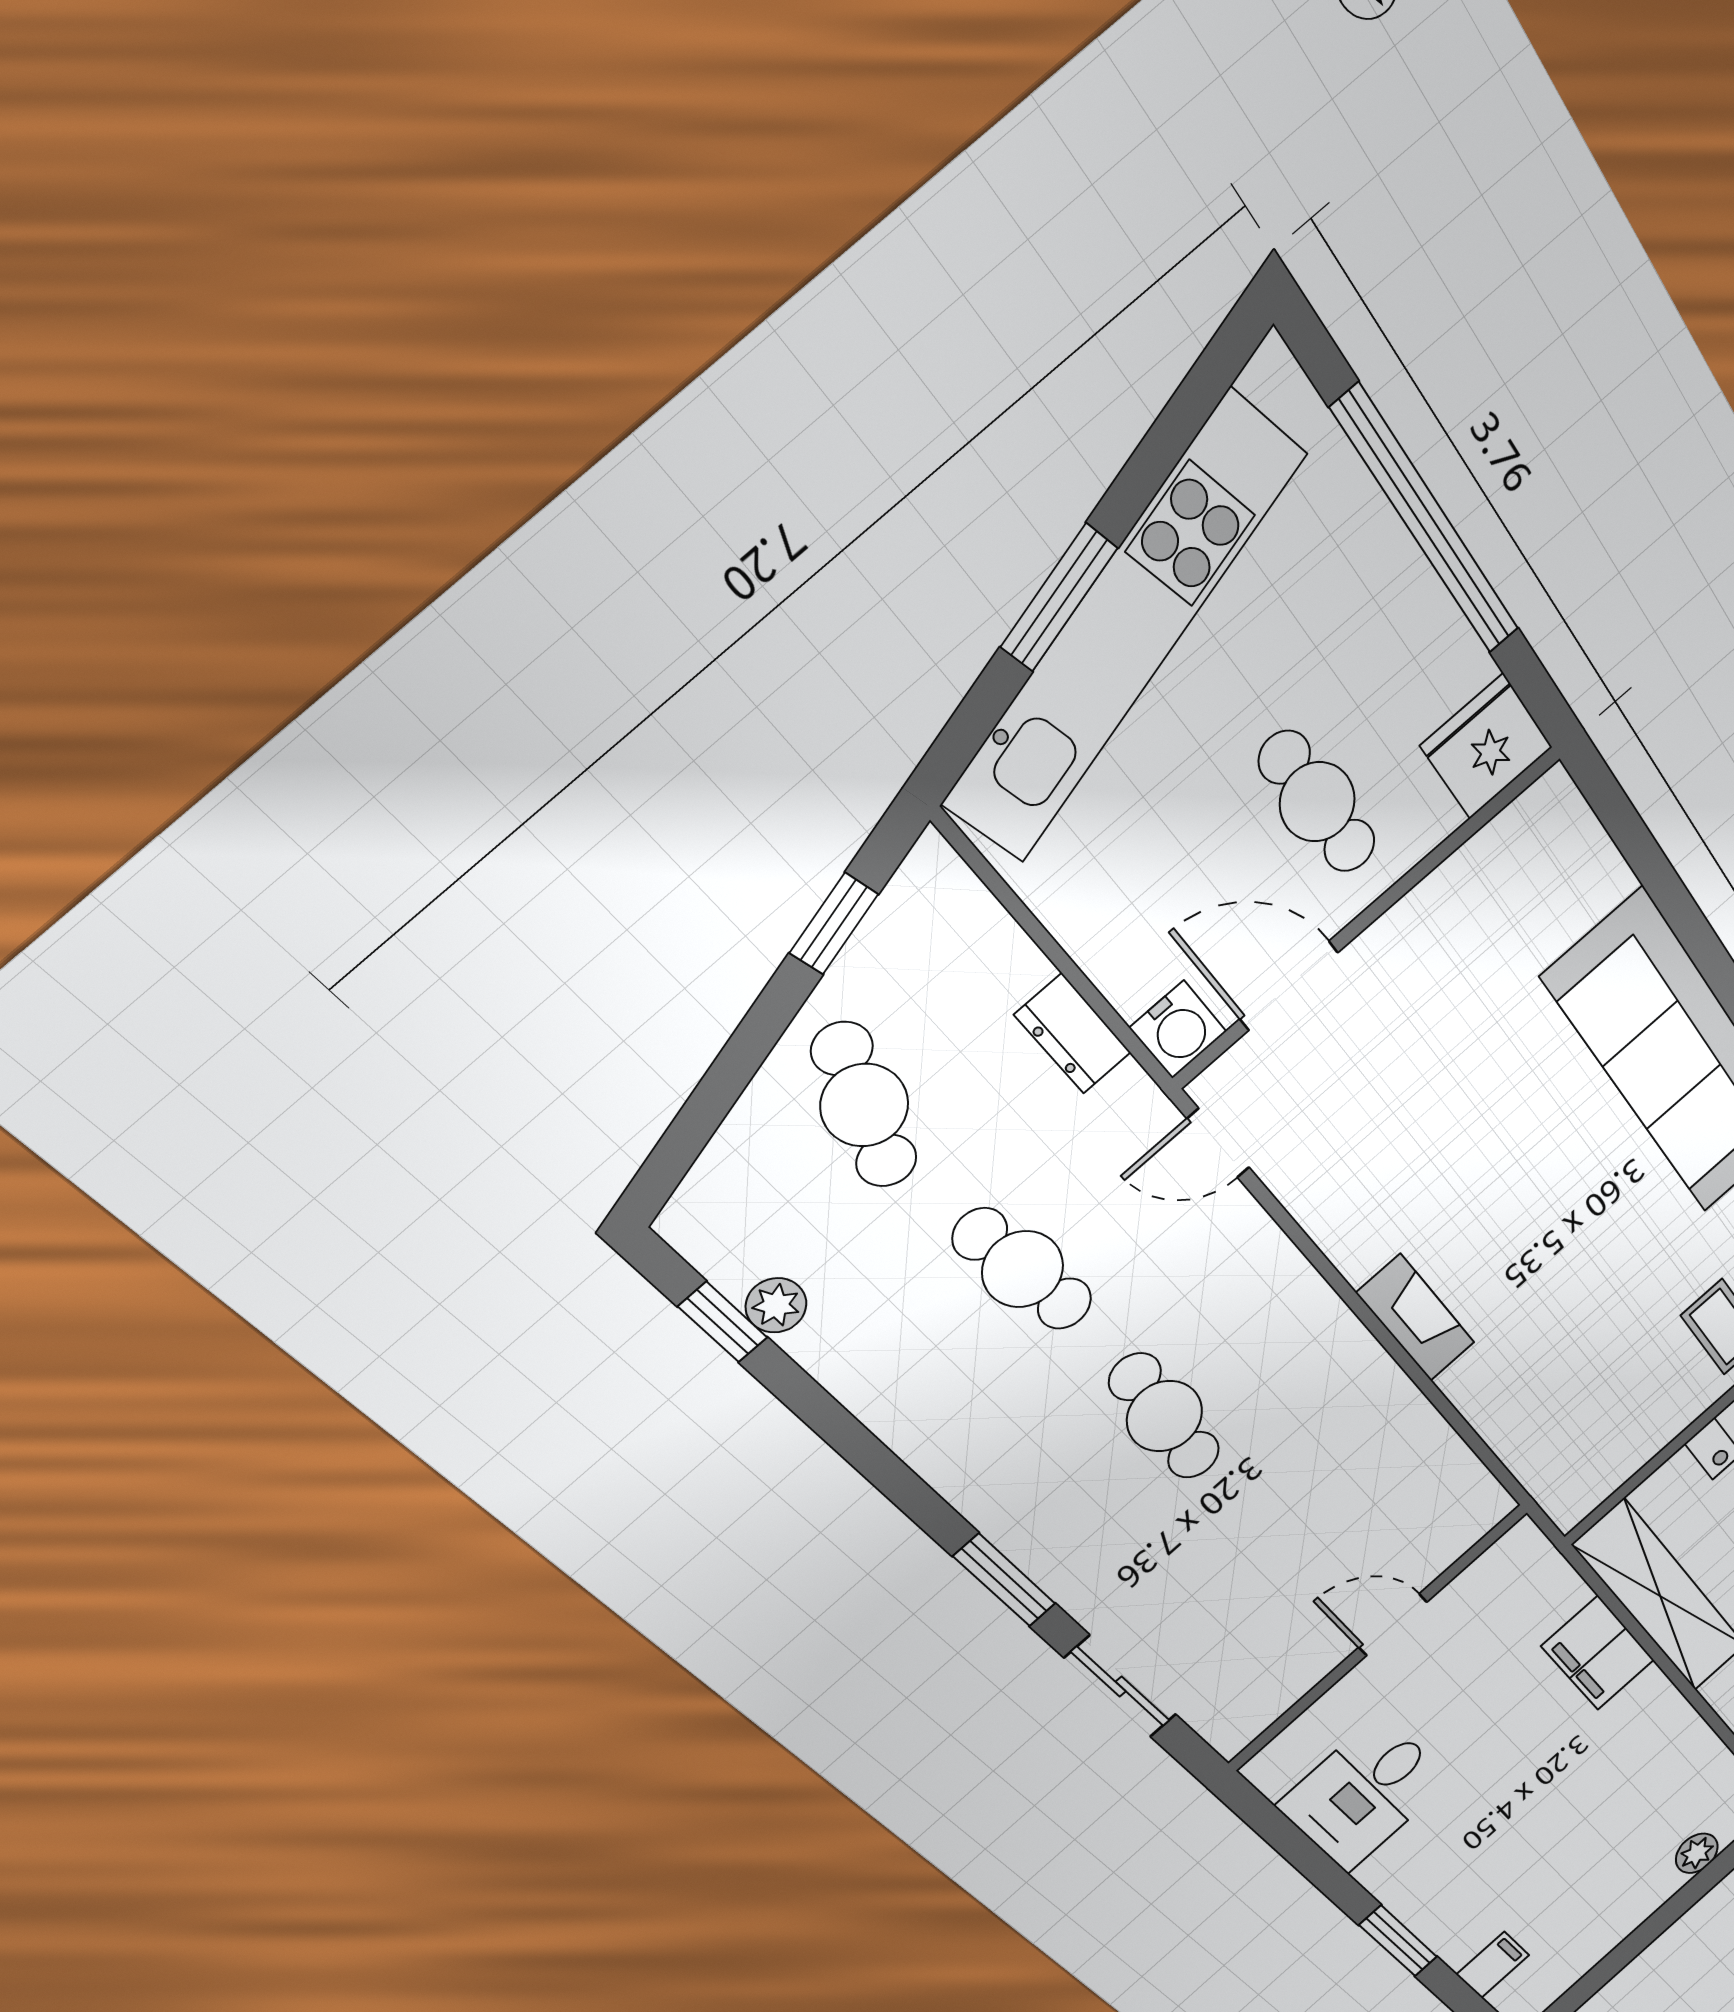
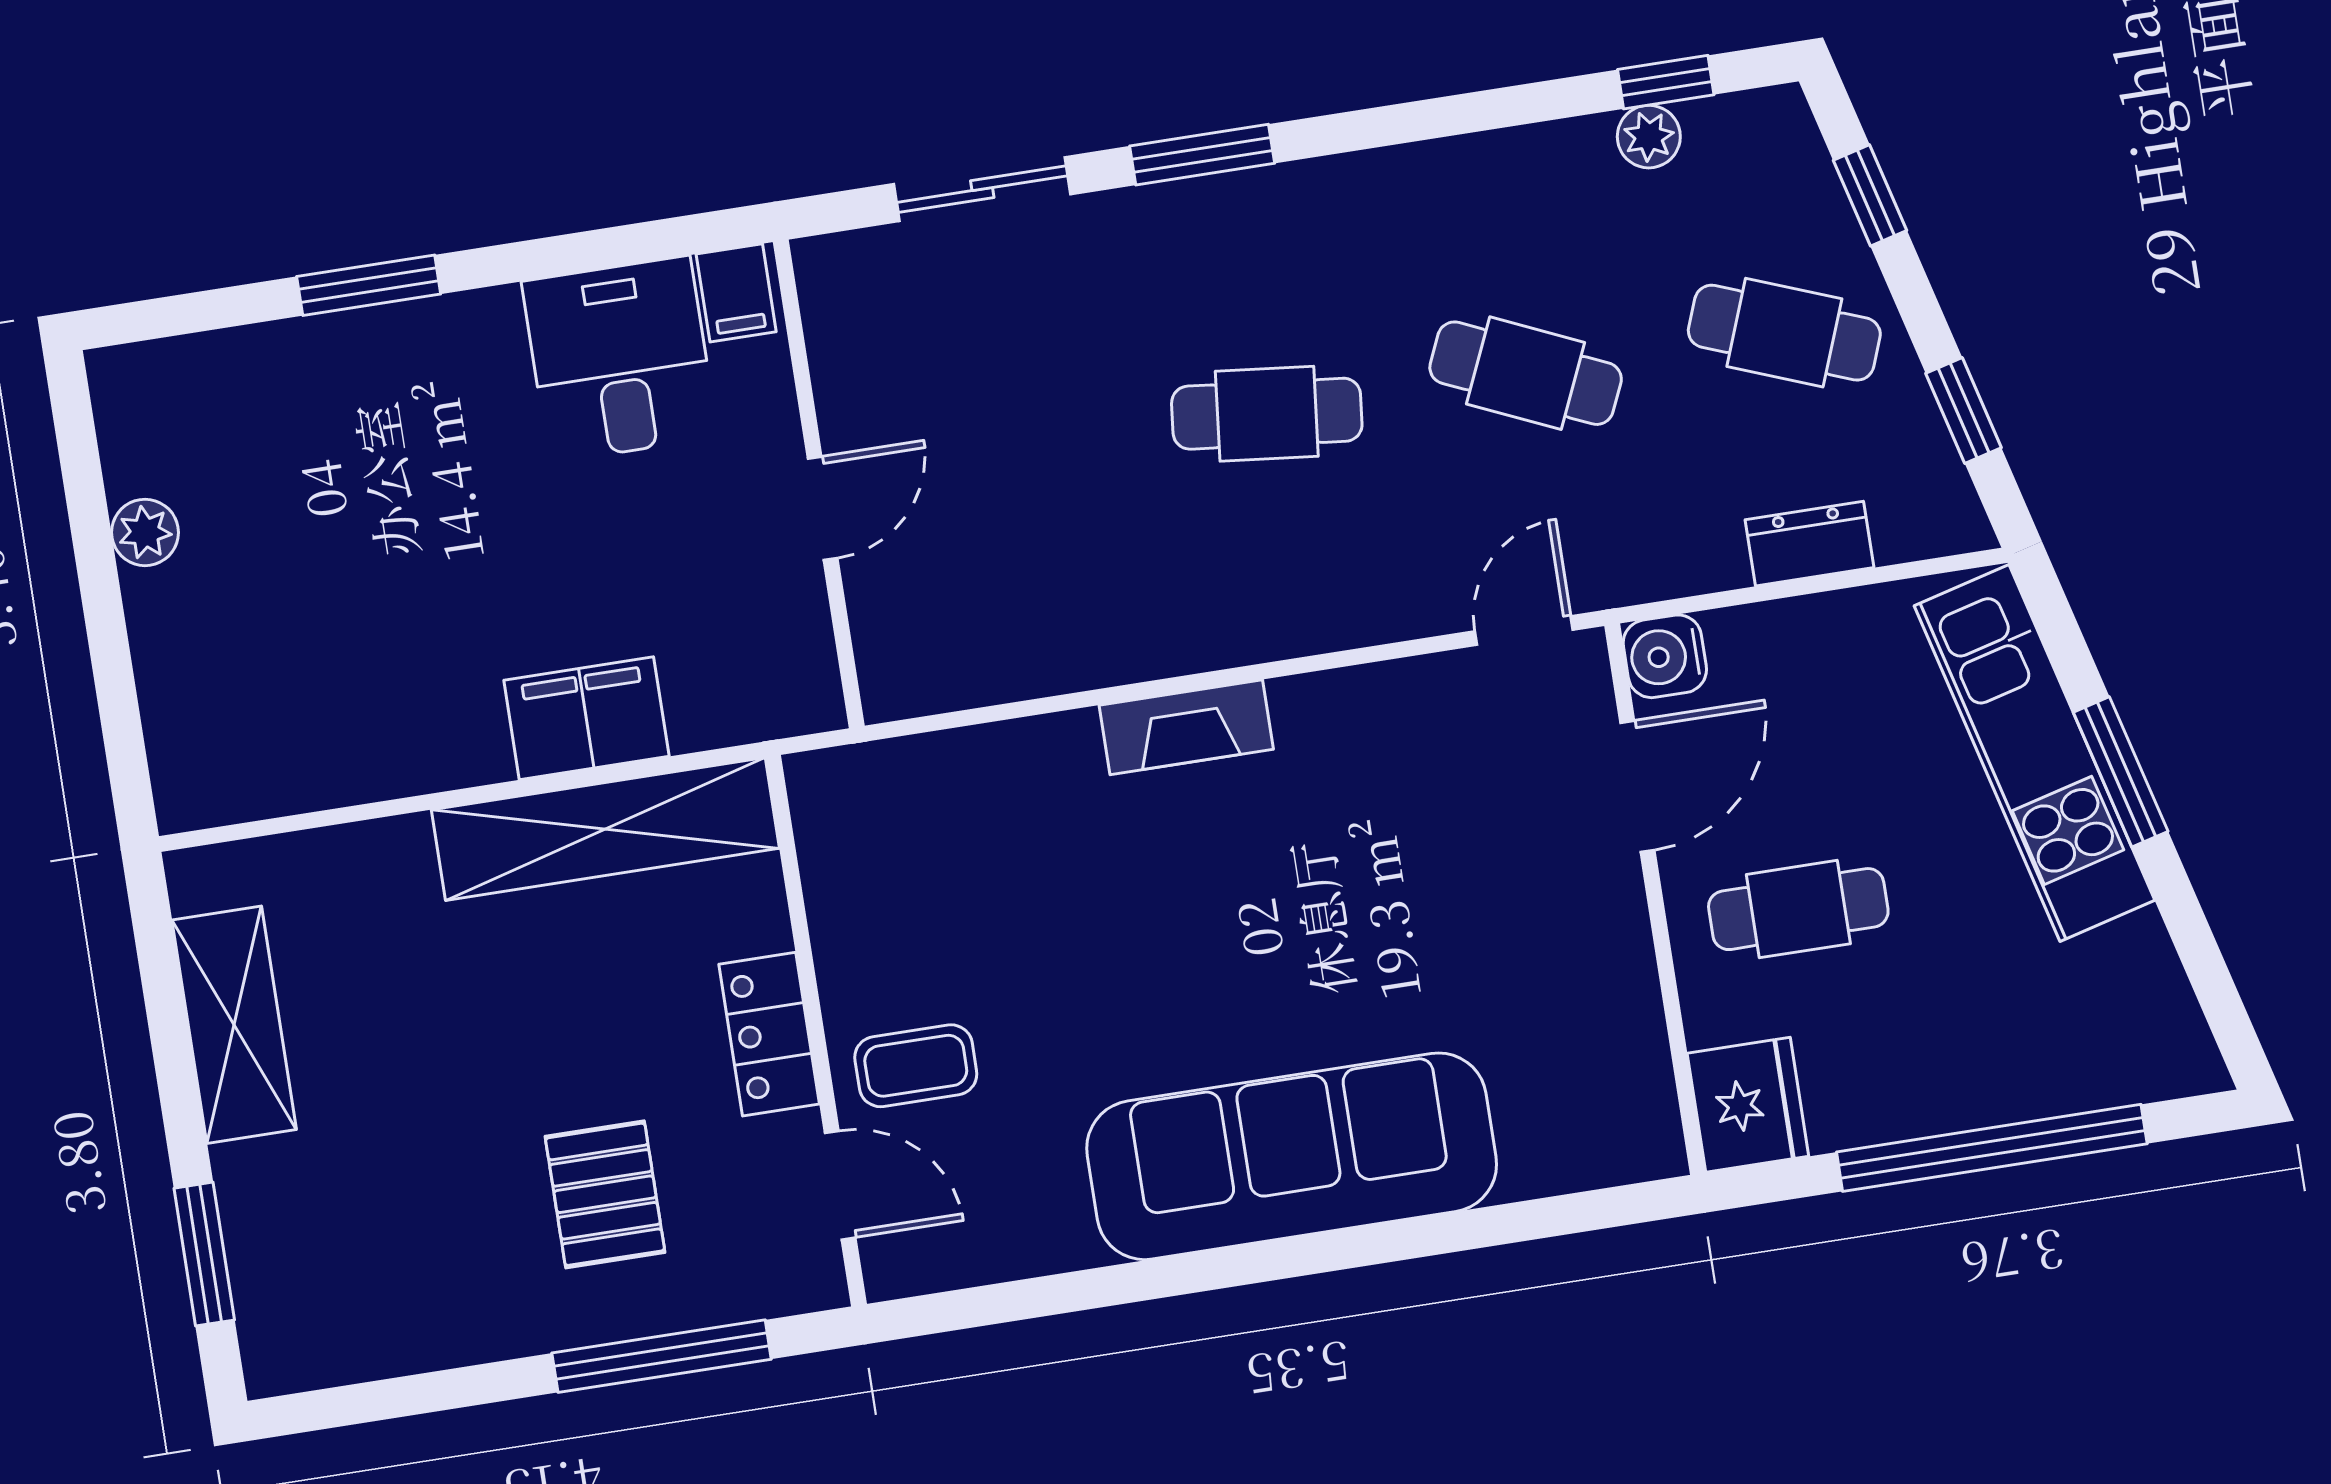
kitchen unit: (1124, 629) -> (2034, 753), width x0.73
dresser: (1073, 1034) -> (1810, 544), moved
window: (703, 1112) -> (1870, 195), added
cafe table: (1023, 1269) -> (1526, 373), turned 30
plant: (1697, 1853) -> (145, 532), moved
filing cabinet: (1493, 1965) -> (736, 293), moved

